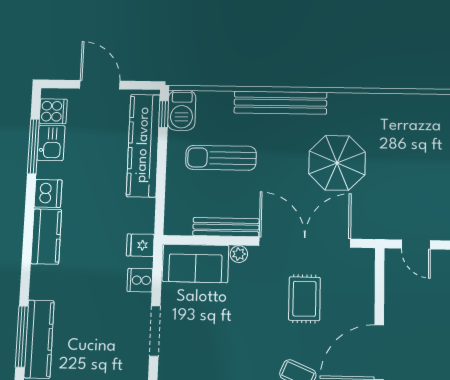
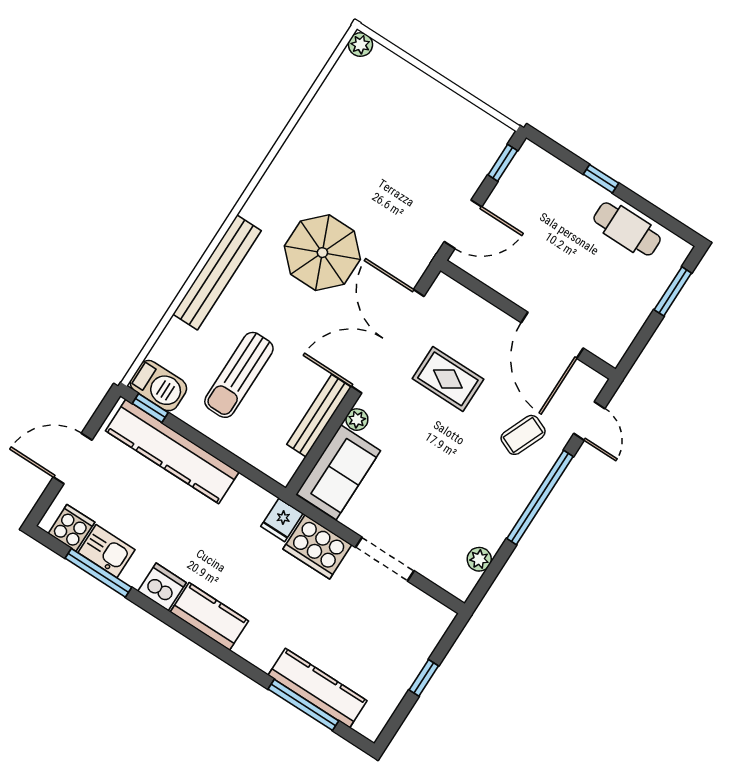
door: (416, 244) -> (463, 224), width x1.38
cooker: (140, 280) -> (317, 547), width x1.87, depth x1.31

